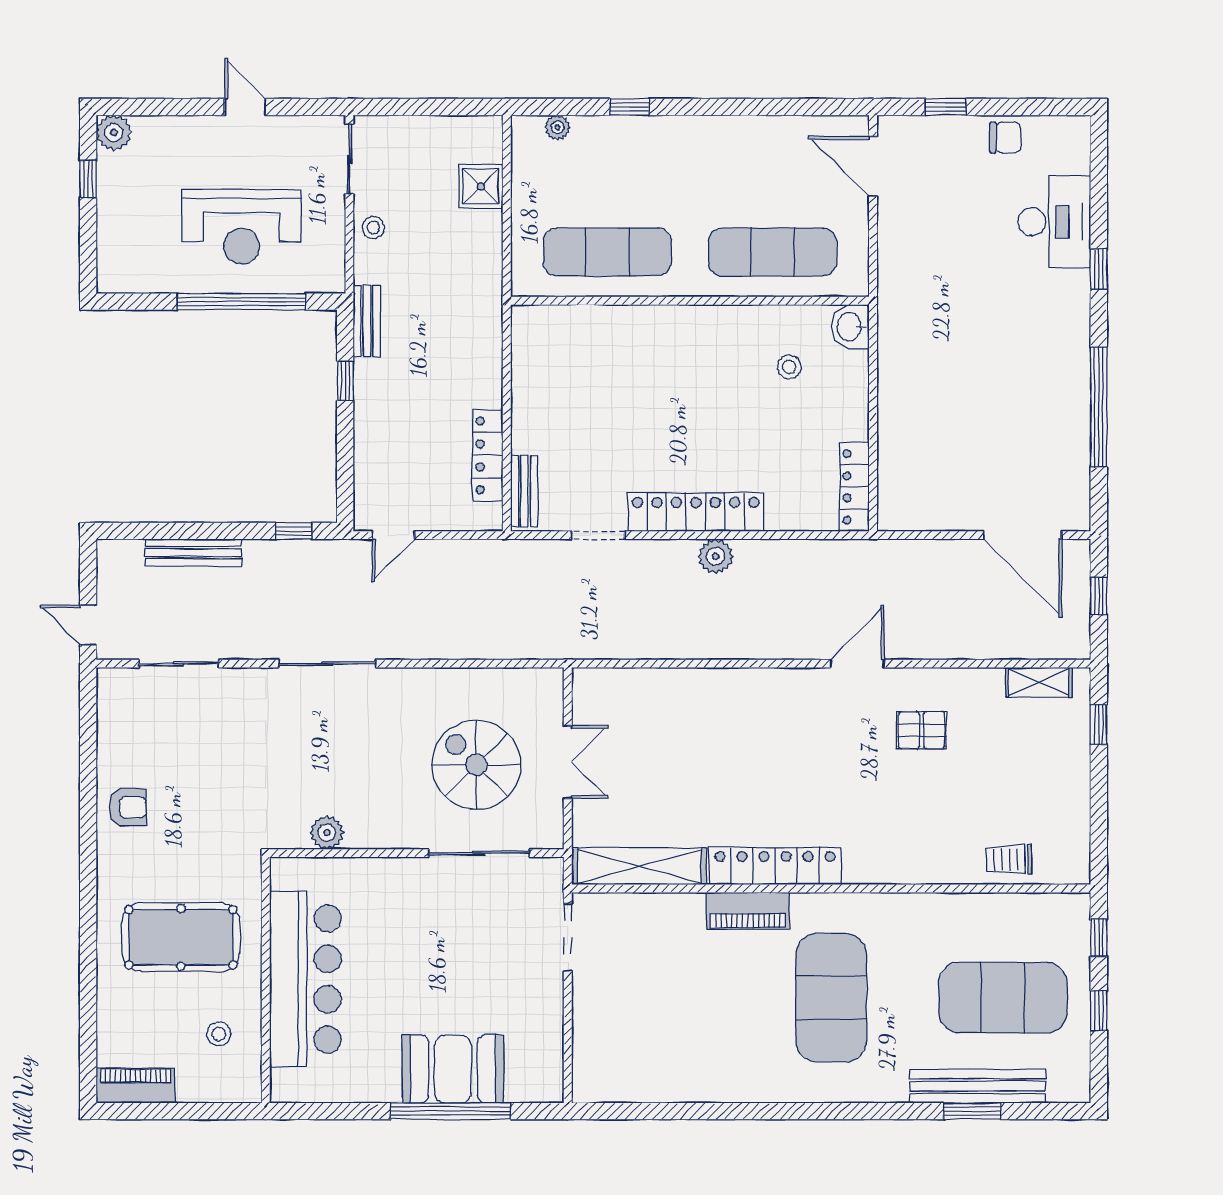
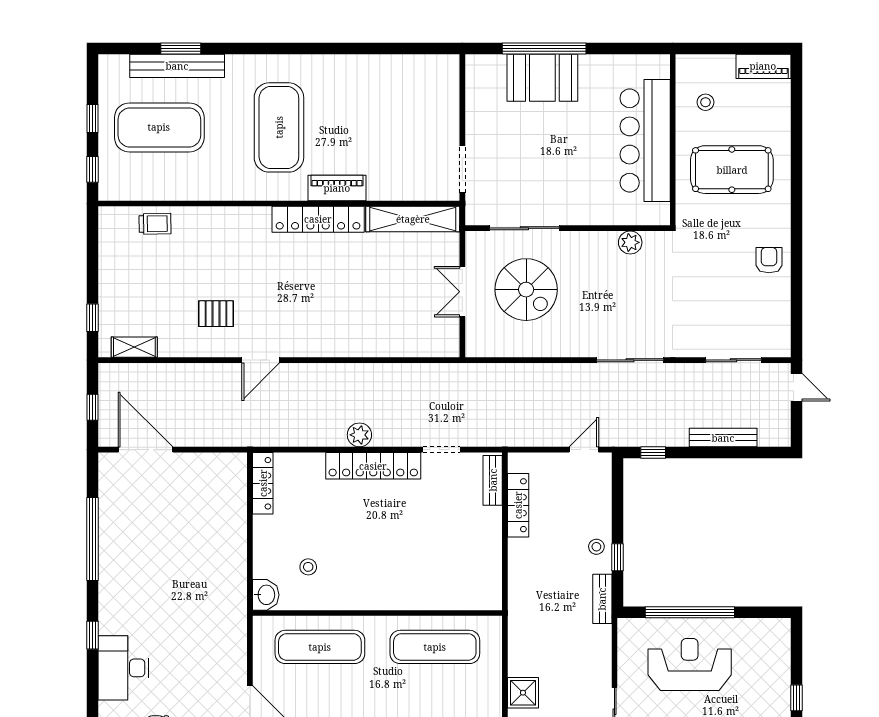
stool: (373, 228) -> (596, 547), moved
armchair: (128, 807) -> (769, 260), turned 90

